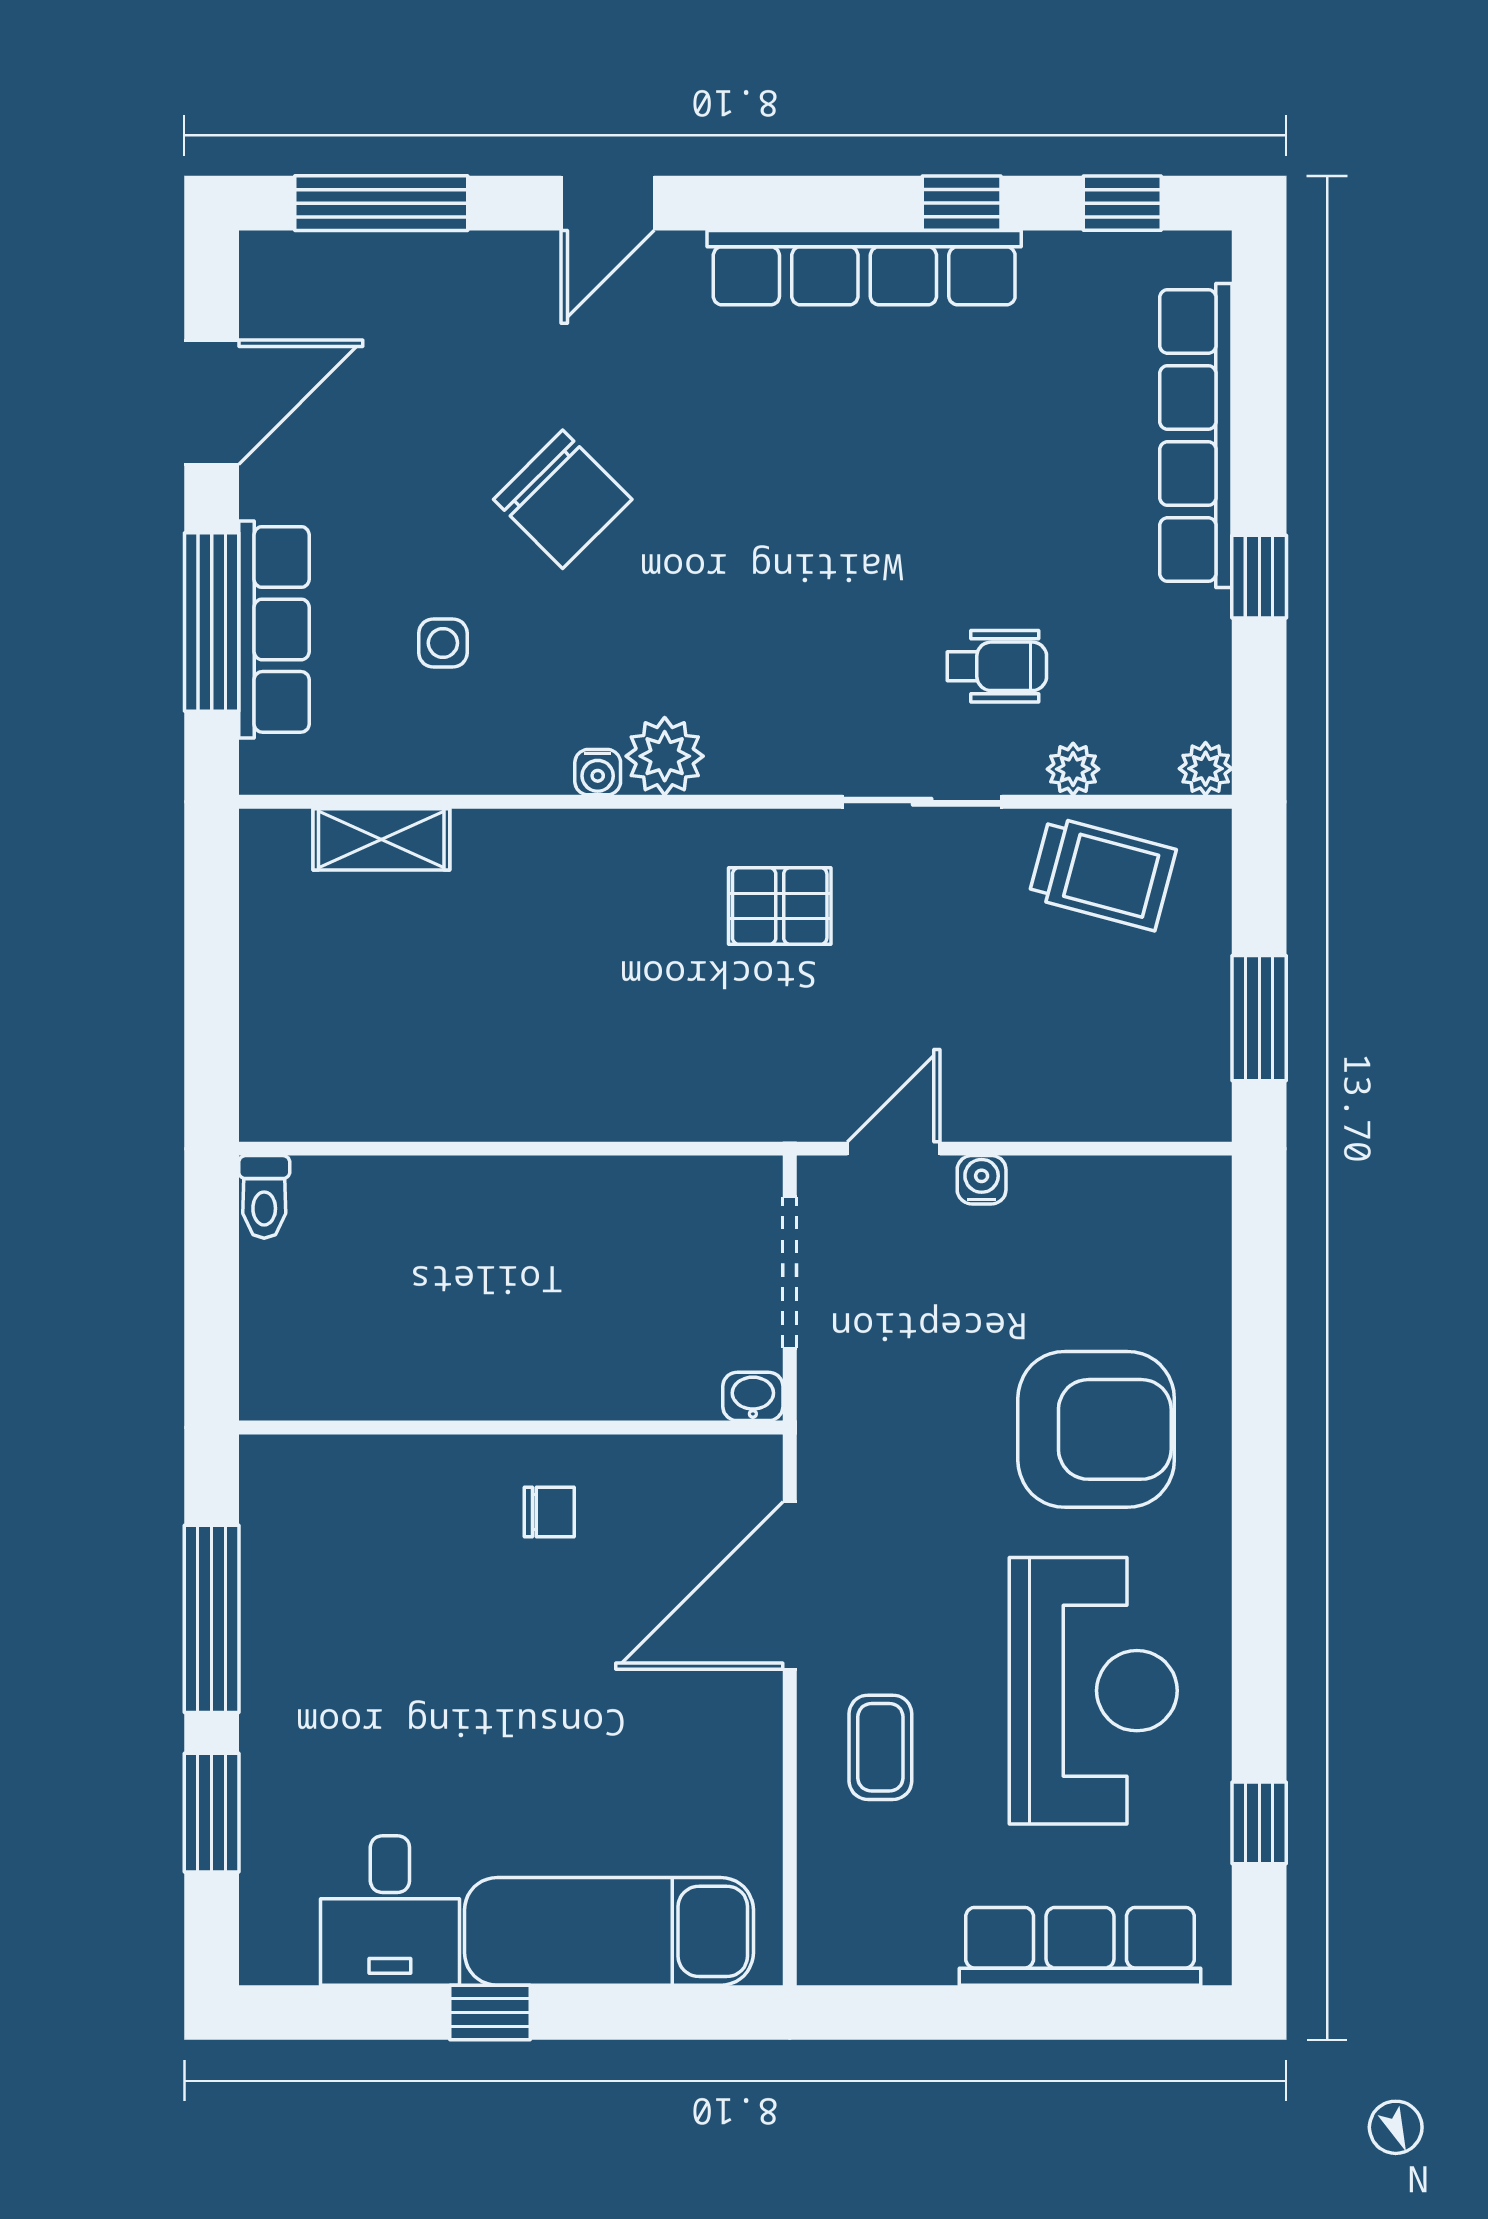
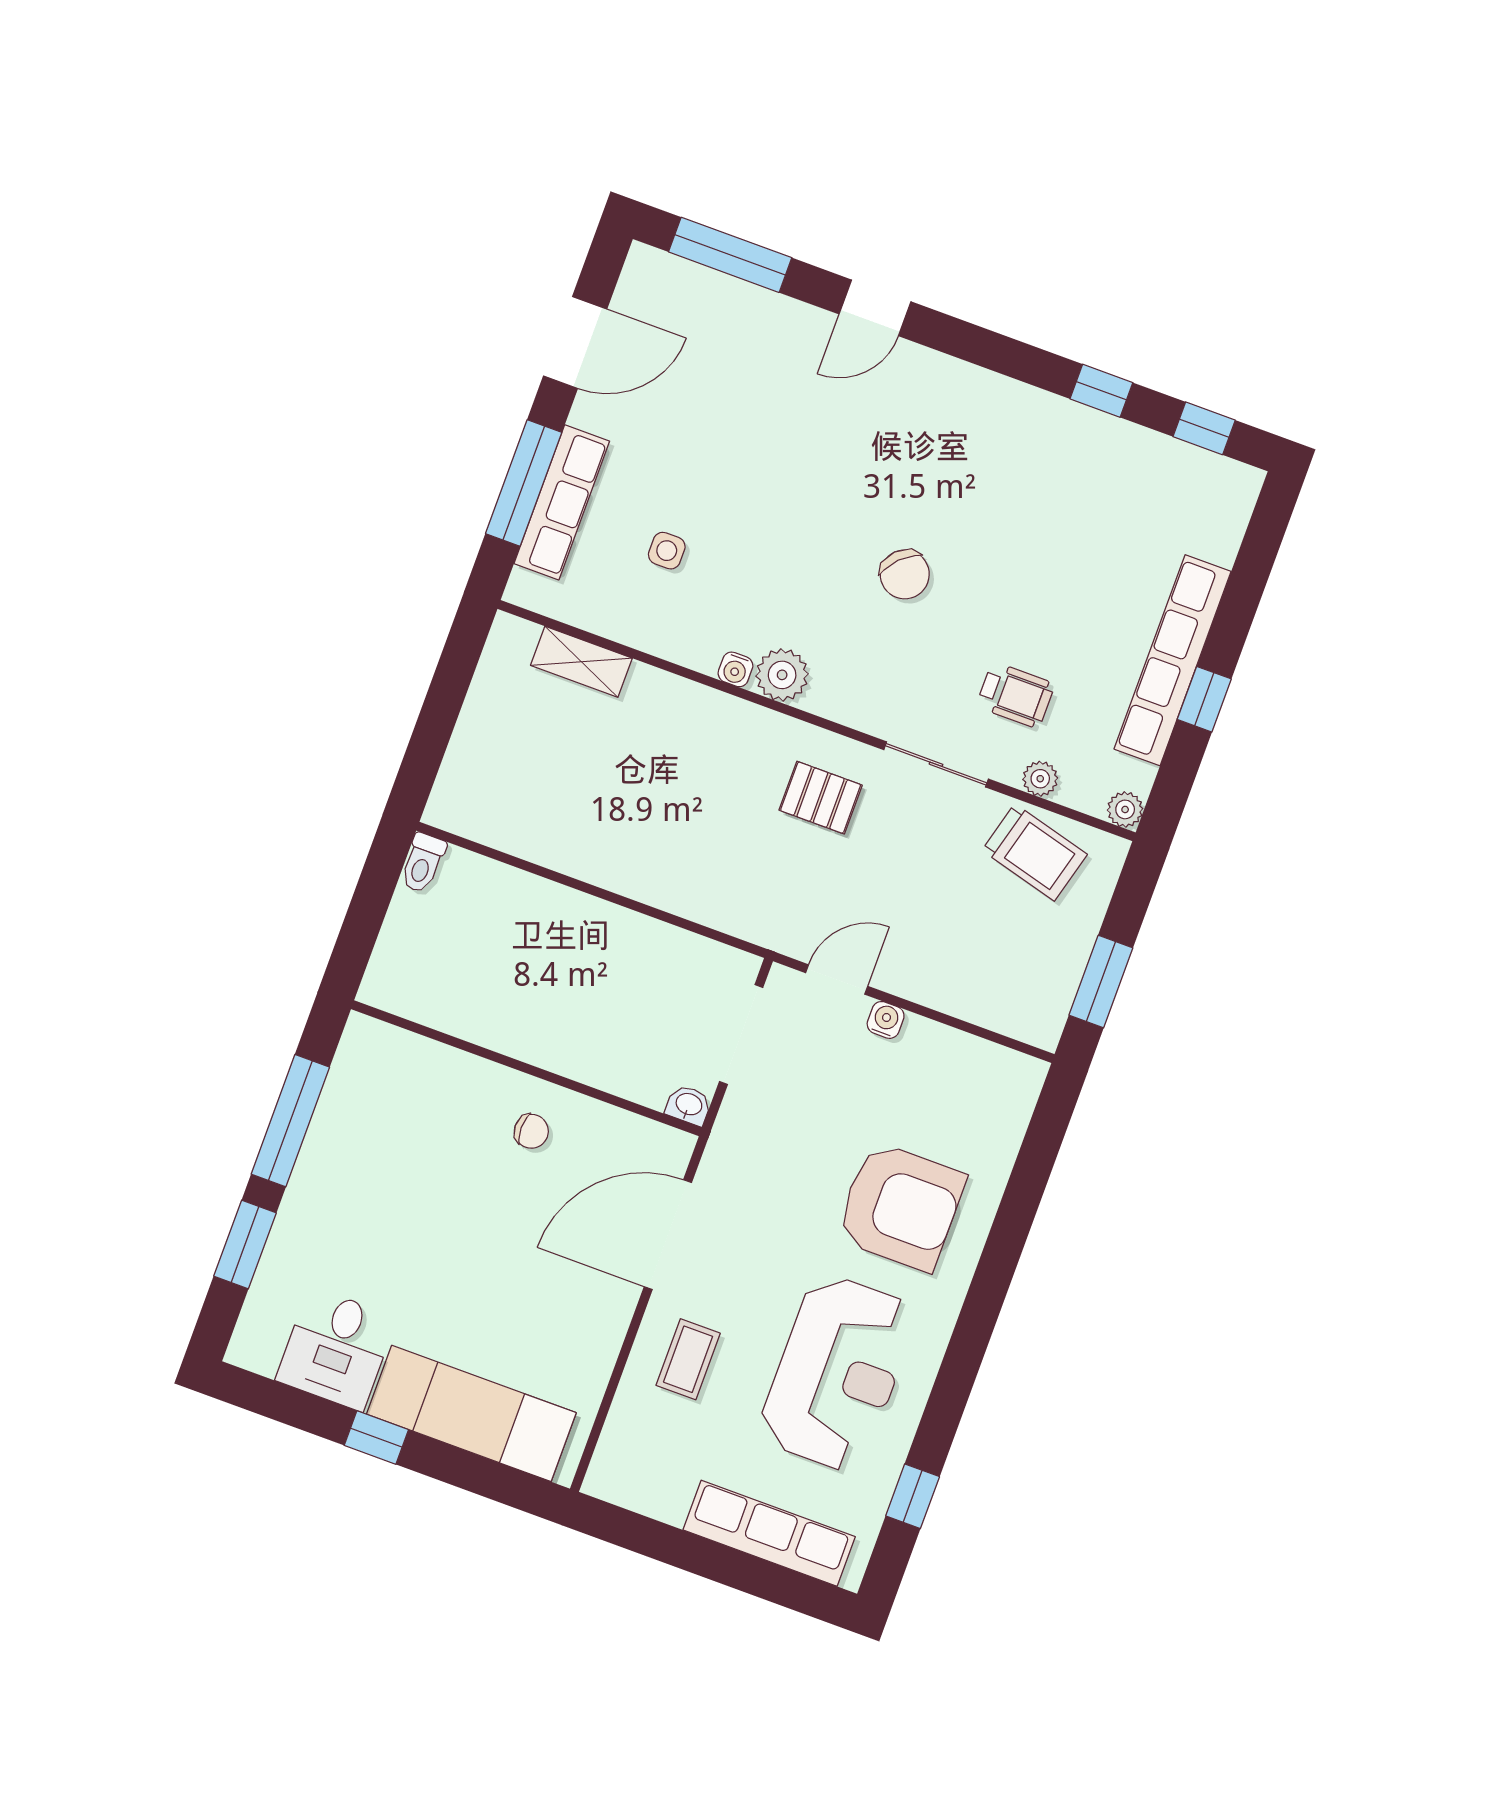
row of seats: (864, 268) -> (1024, 409), removed
row of seats: (1196, 435) -> (1173, 660), moved
chair: (563, 499) -> (905, 574), moved, width x0.73, depth x0.73

